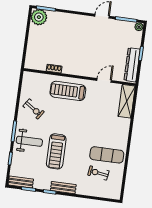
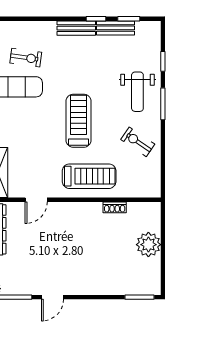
plant: (39, 17) -> (148, 245), moved
weight bench: (29, 141) -> (137, 92), turned -90
treadmill: (56, 151) -> (79, 121), moved
bench: (21, 182) -> (115, 28), moved

